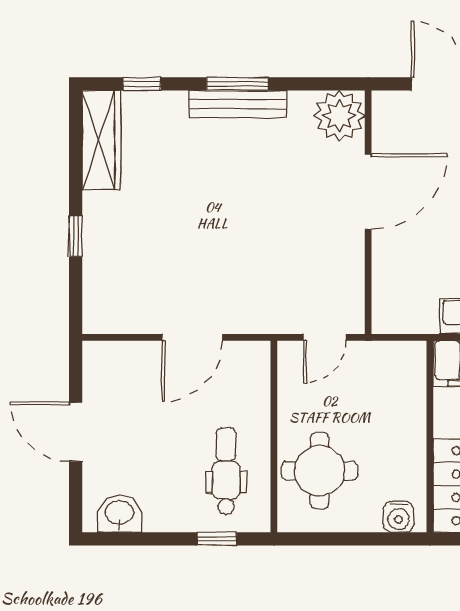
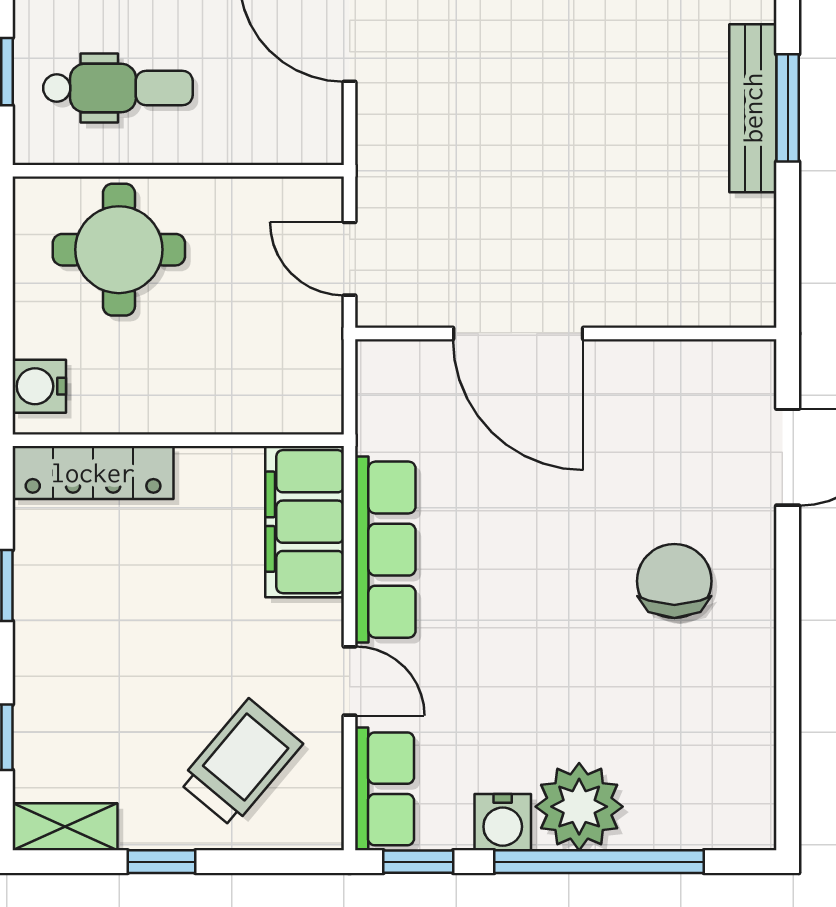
plant: (340, 116) -> (733, 284), removed
door: (368, 192) -> (518, 334), moved

